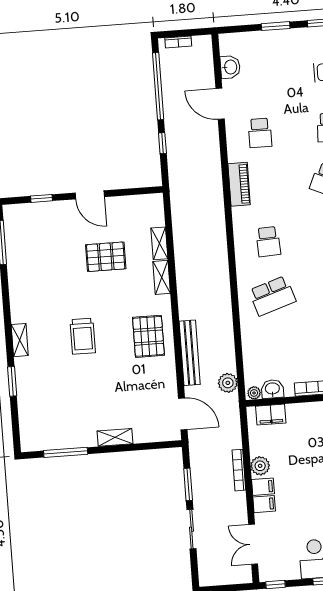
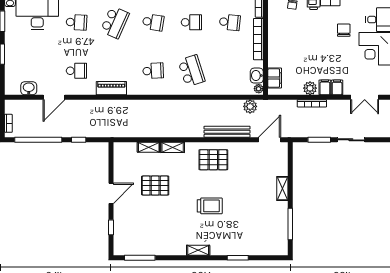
pallet: (106, 257) -> (155, 186), turned 90
shelving: (20, 340) -> (198, 250), moved

